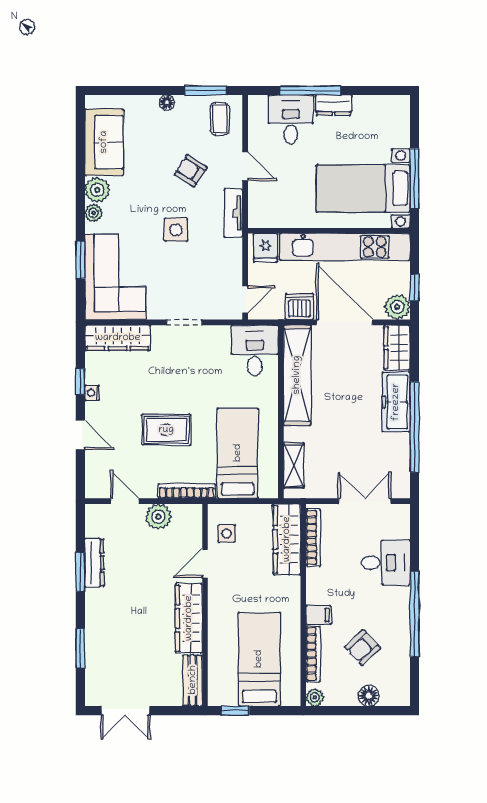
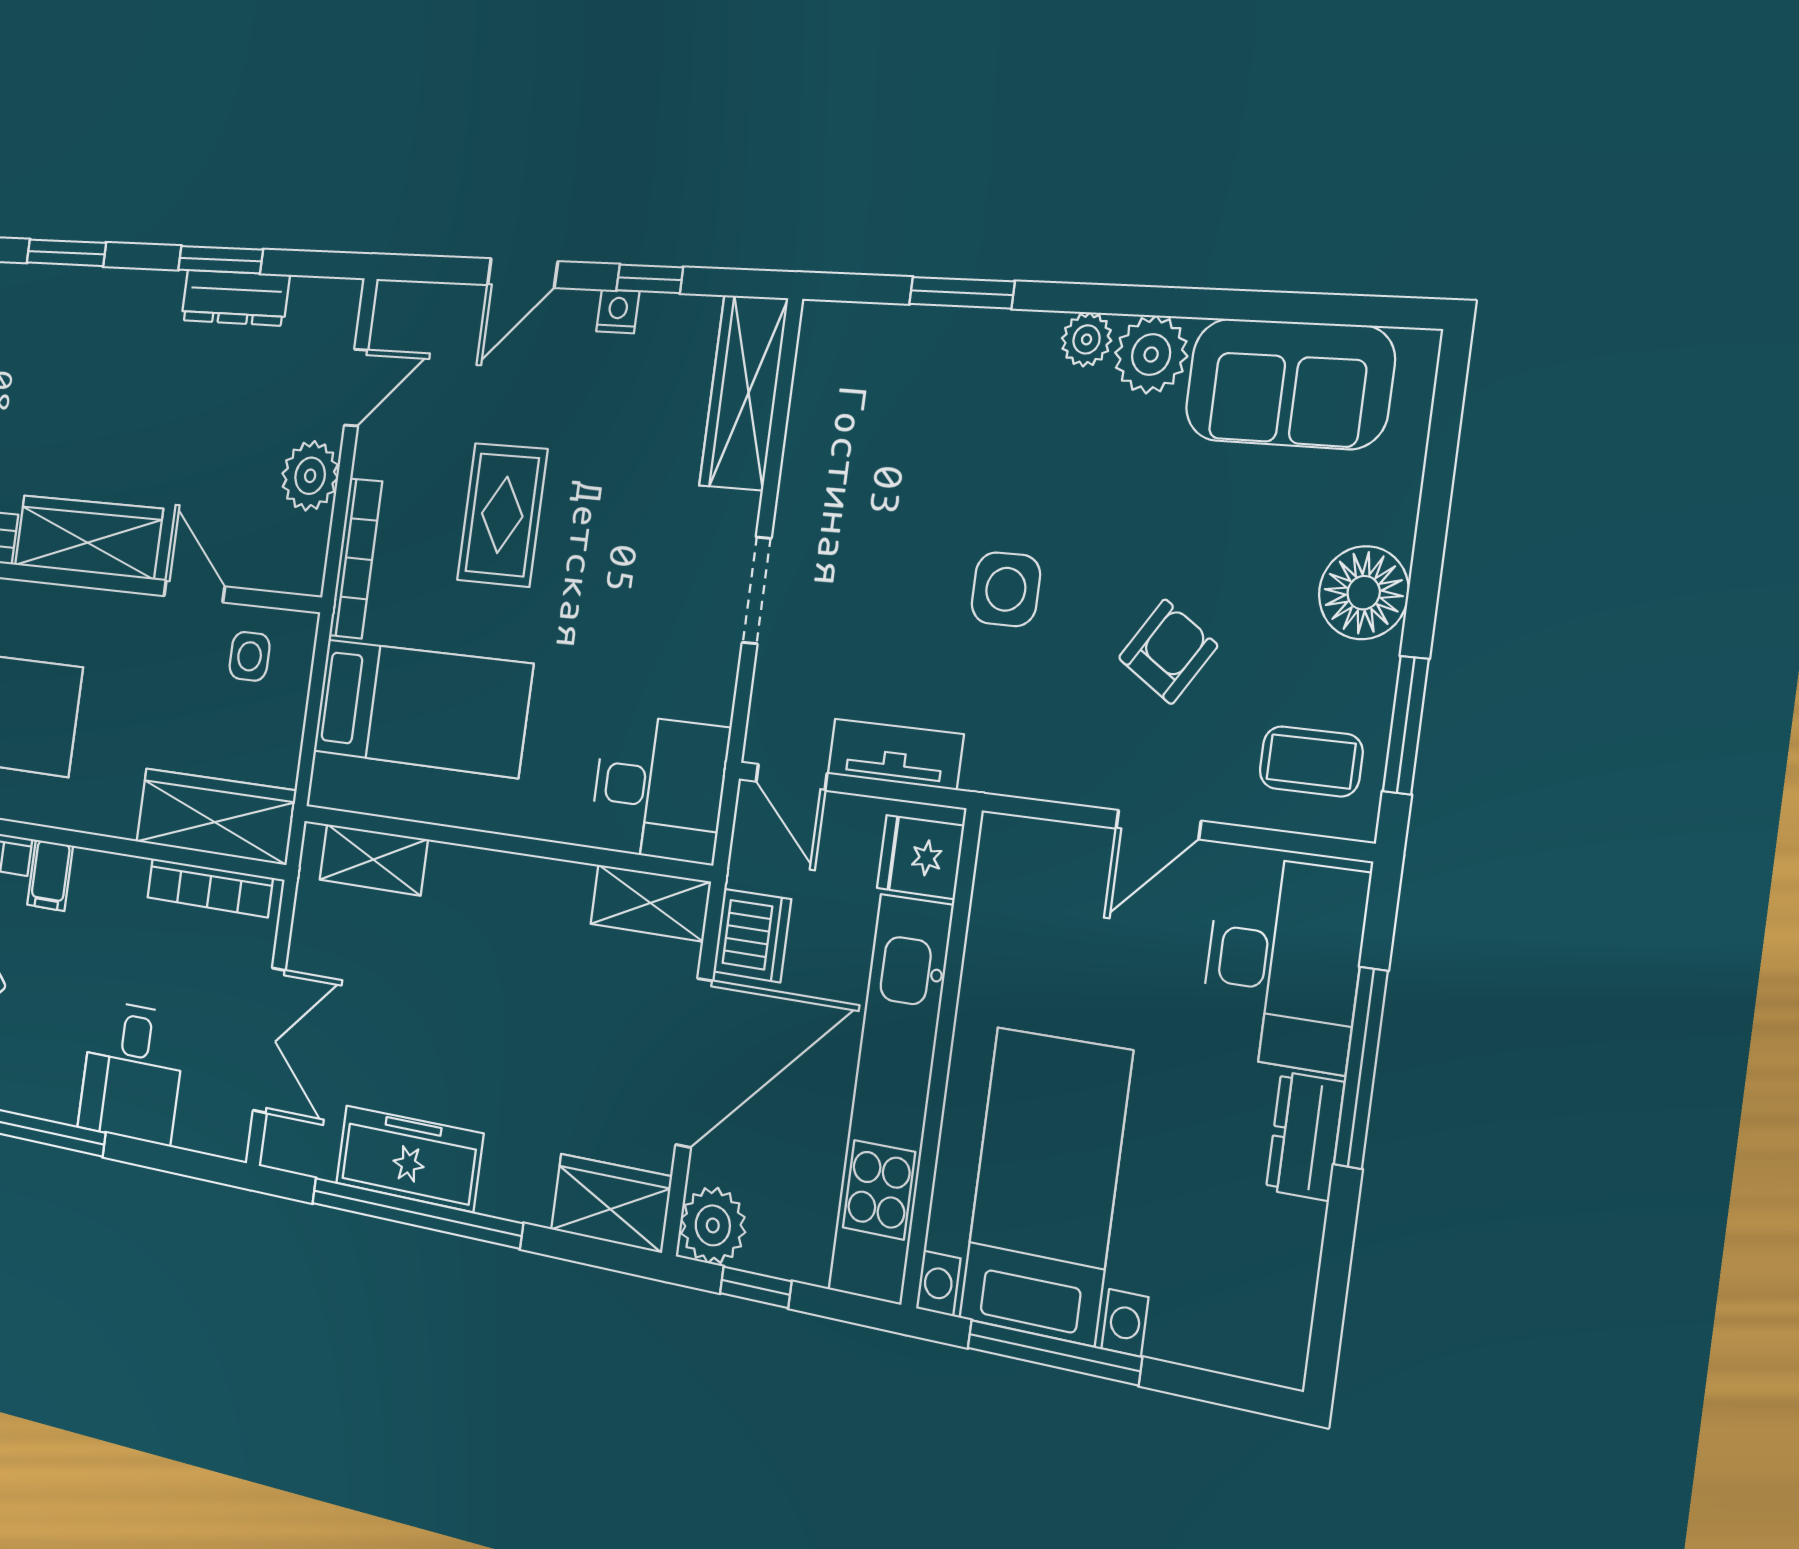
floor lamp: (167, 103) -> (1364, 593), width x1.89, depth x1.89
desk: (291, 119) -> (1283, 963), width x1.37
tv unit: (233, 213) -> (895, 754), moved
corner sofa: (115, 277) -> (902, 396), removed
shelving: (297, 375) -> (650, 903), width x0.45, depth x0.75
freezer: (396, 402) -> (409, 1158), moved

